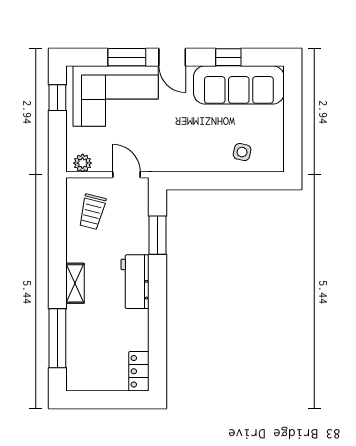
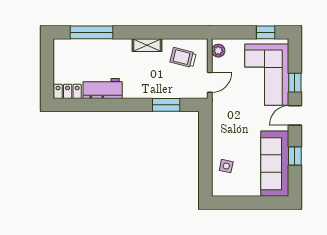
window: (127, 57) -> (295, 83), width x0.67
workbench: (135, 282) -> (103, 89), moved
shelving: (75, 283) -> (147, 45), moved

